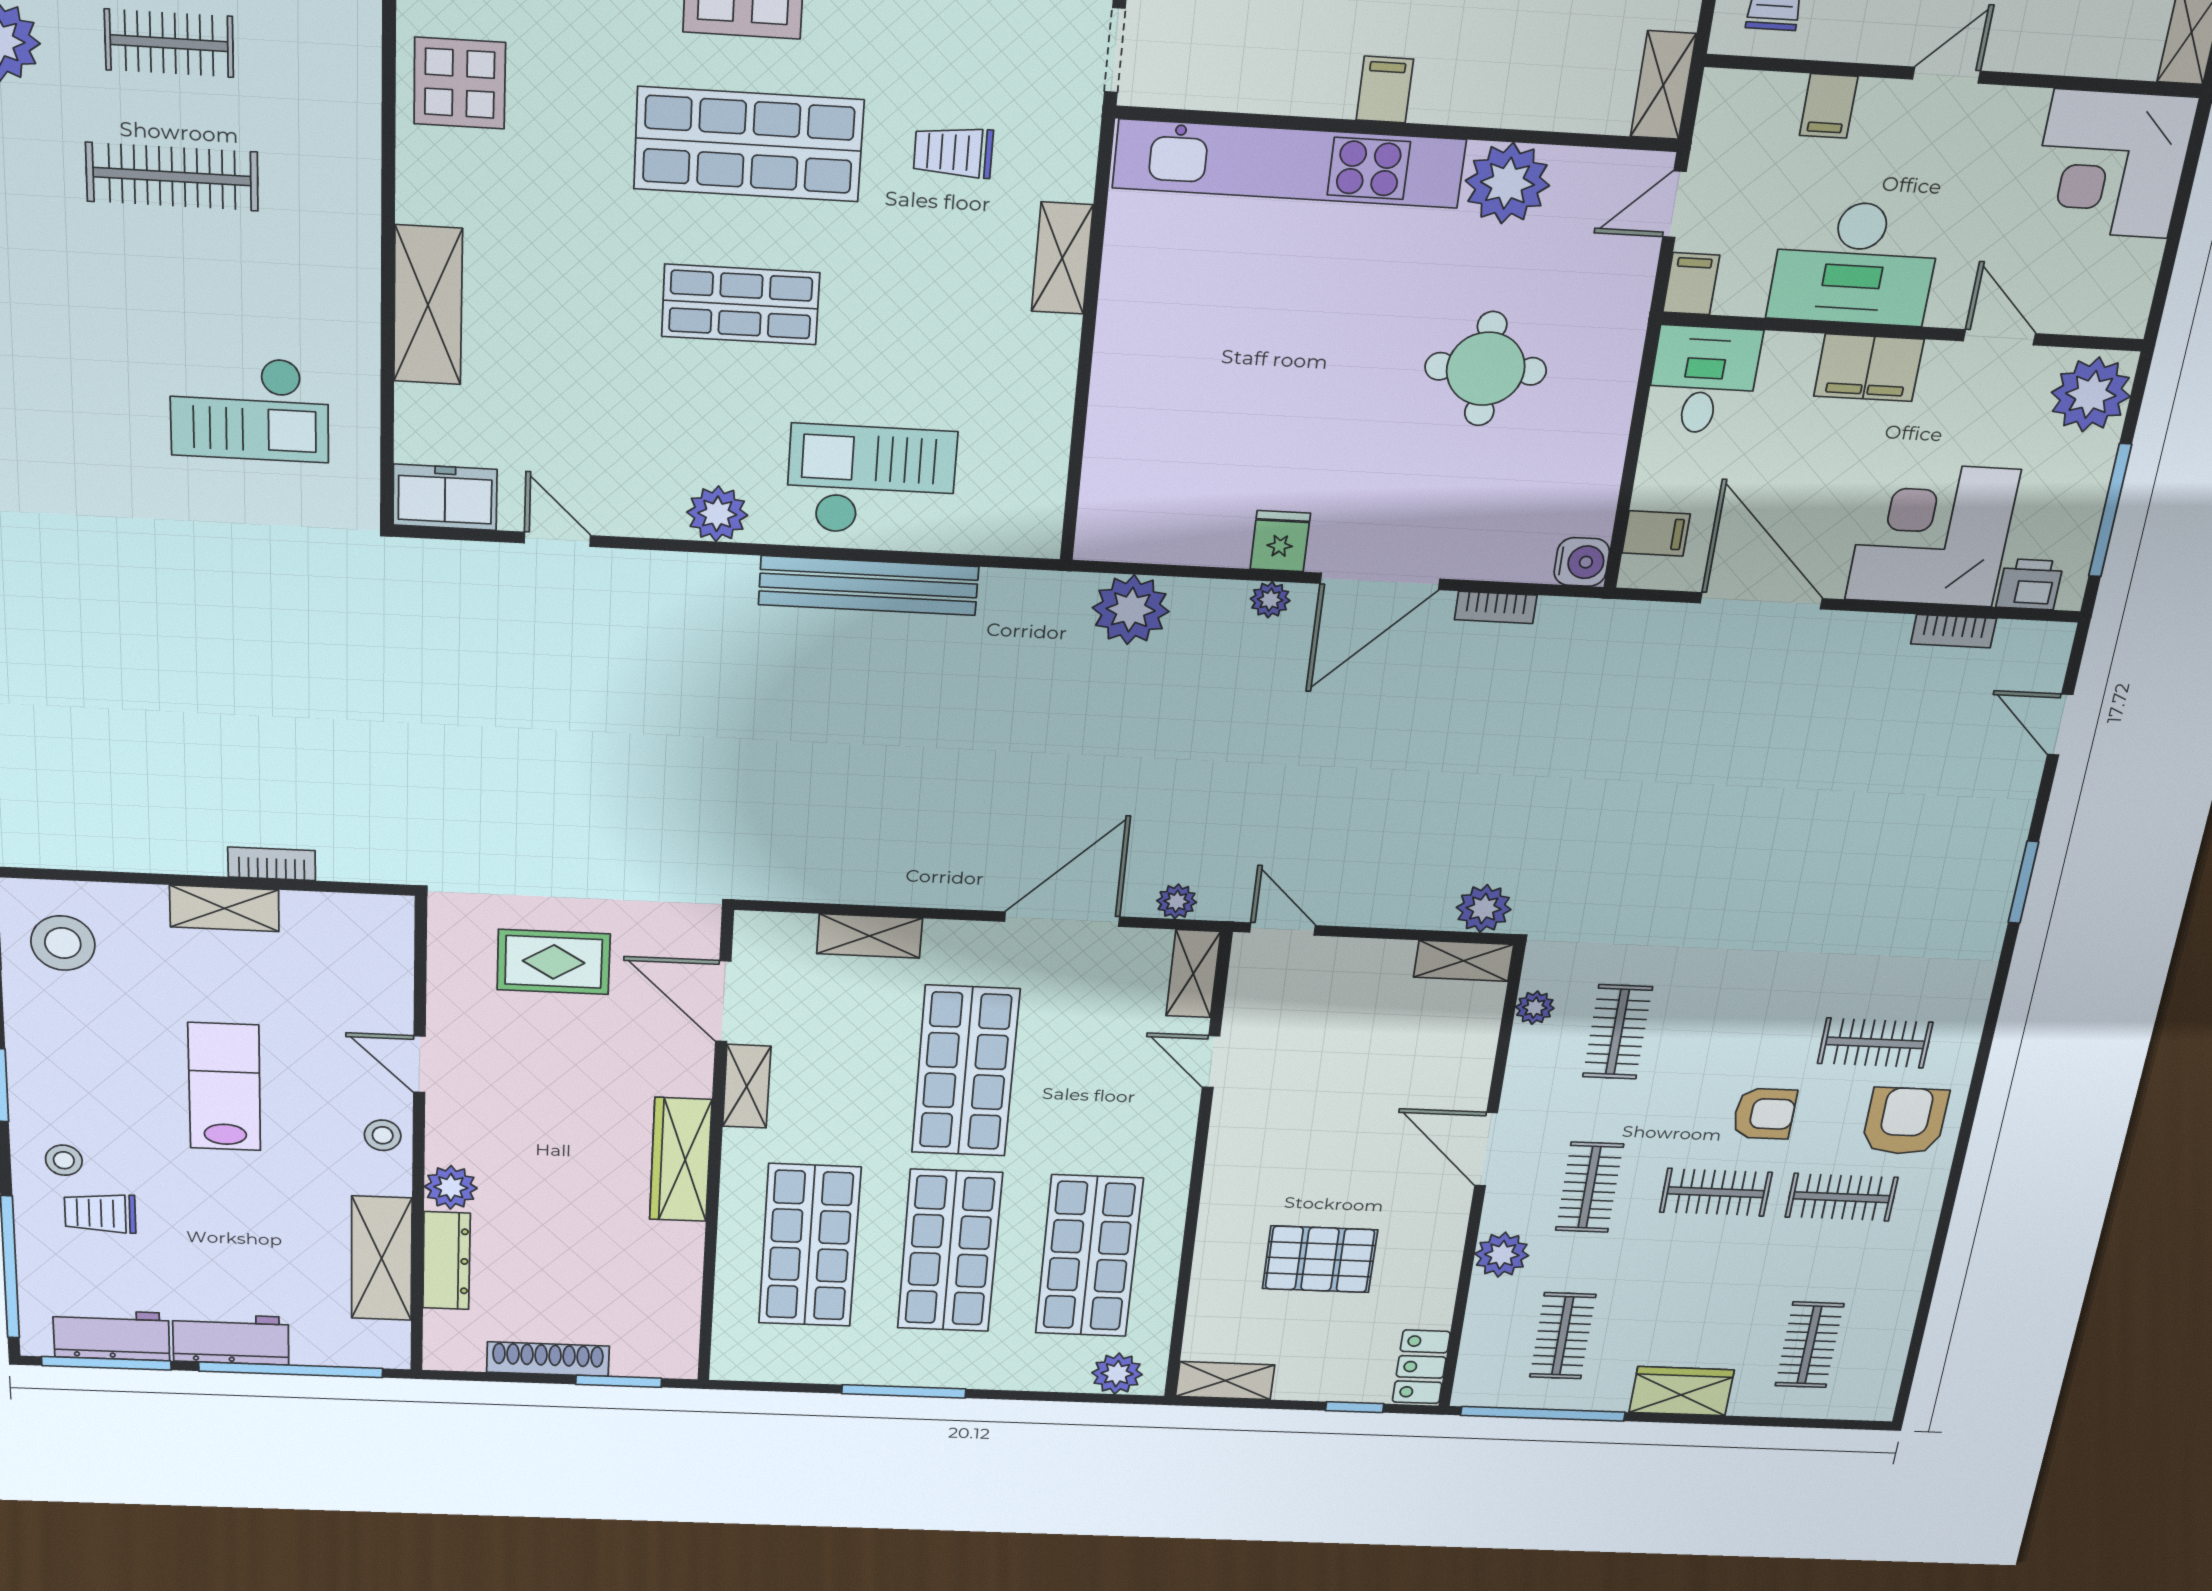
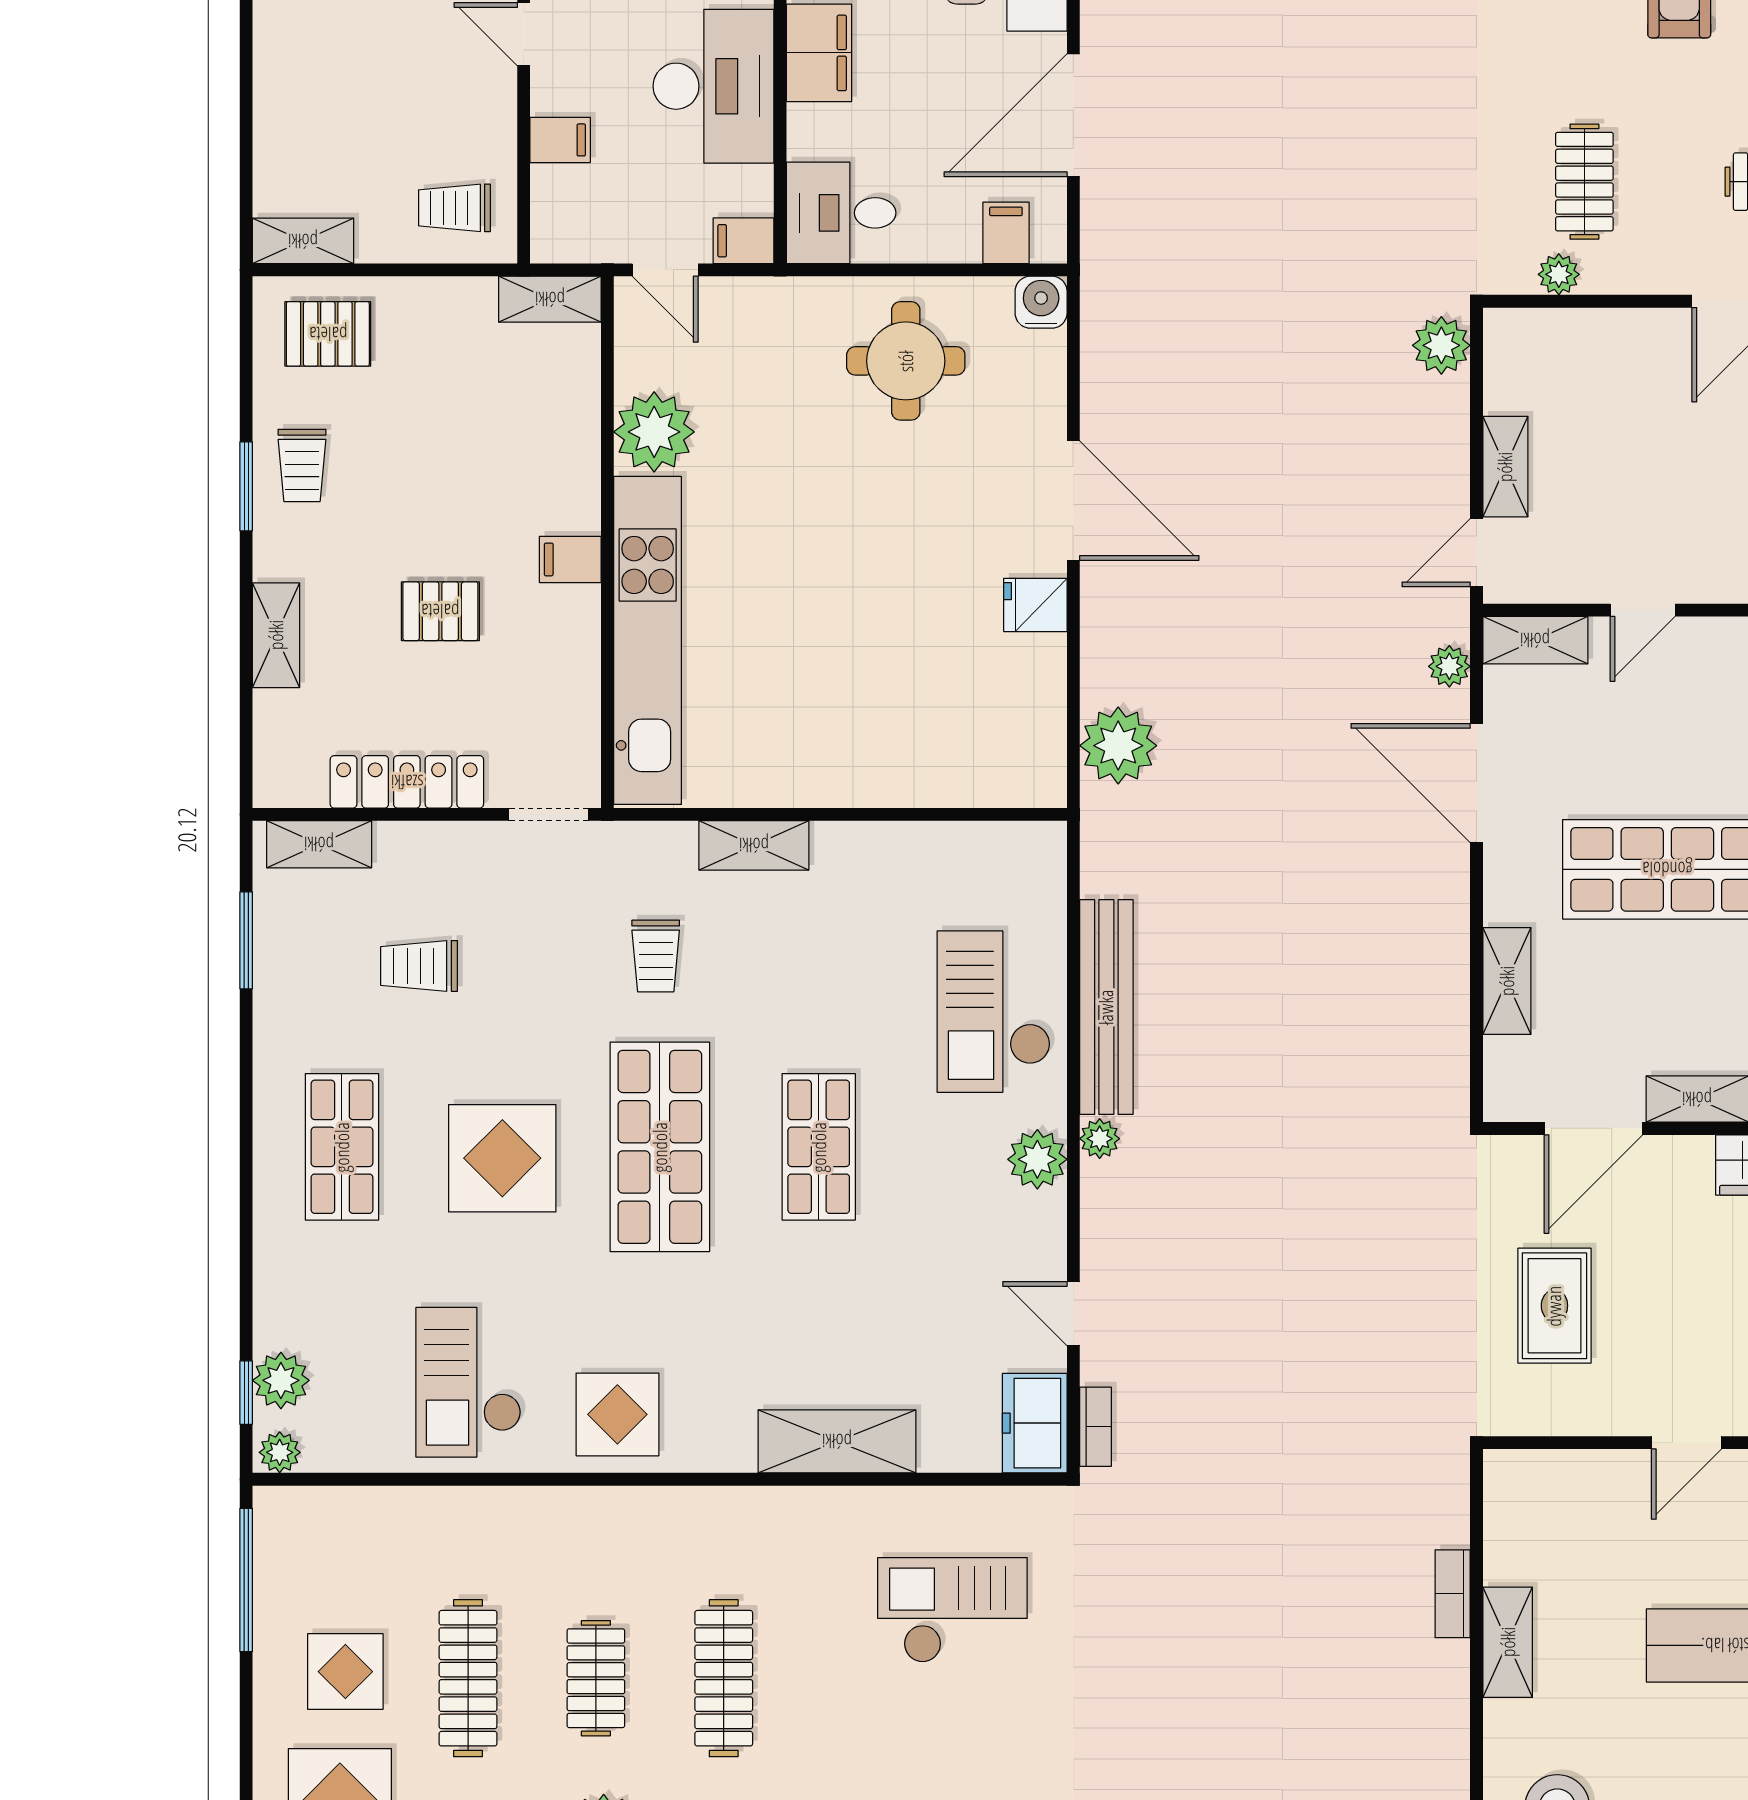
round table: (1486, 369) -> (906, 361), moved
checkout: (249, 408) -> (952, 1610), turned -90
door: (557, 539) -> (1073, 1314), hinge flipped
plant: (1270, 600) -> (1100, 1139), moved
bookcase: (1496, 607) -> (1096, 1427), moved
shelving: (1464, 961) -> (1505, 467), moved
clothes rail: (1617, 1032) -> (1584, 182), turned 90

